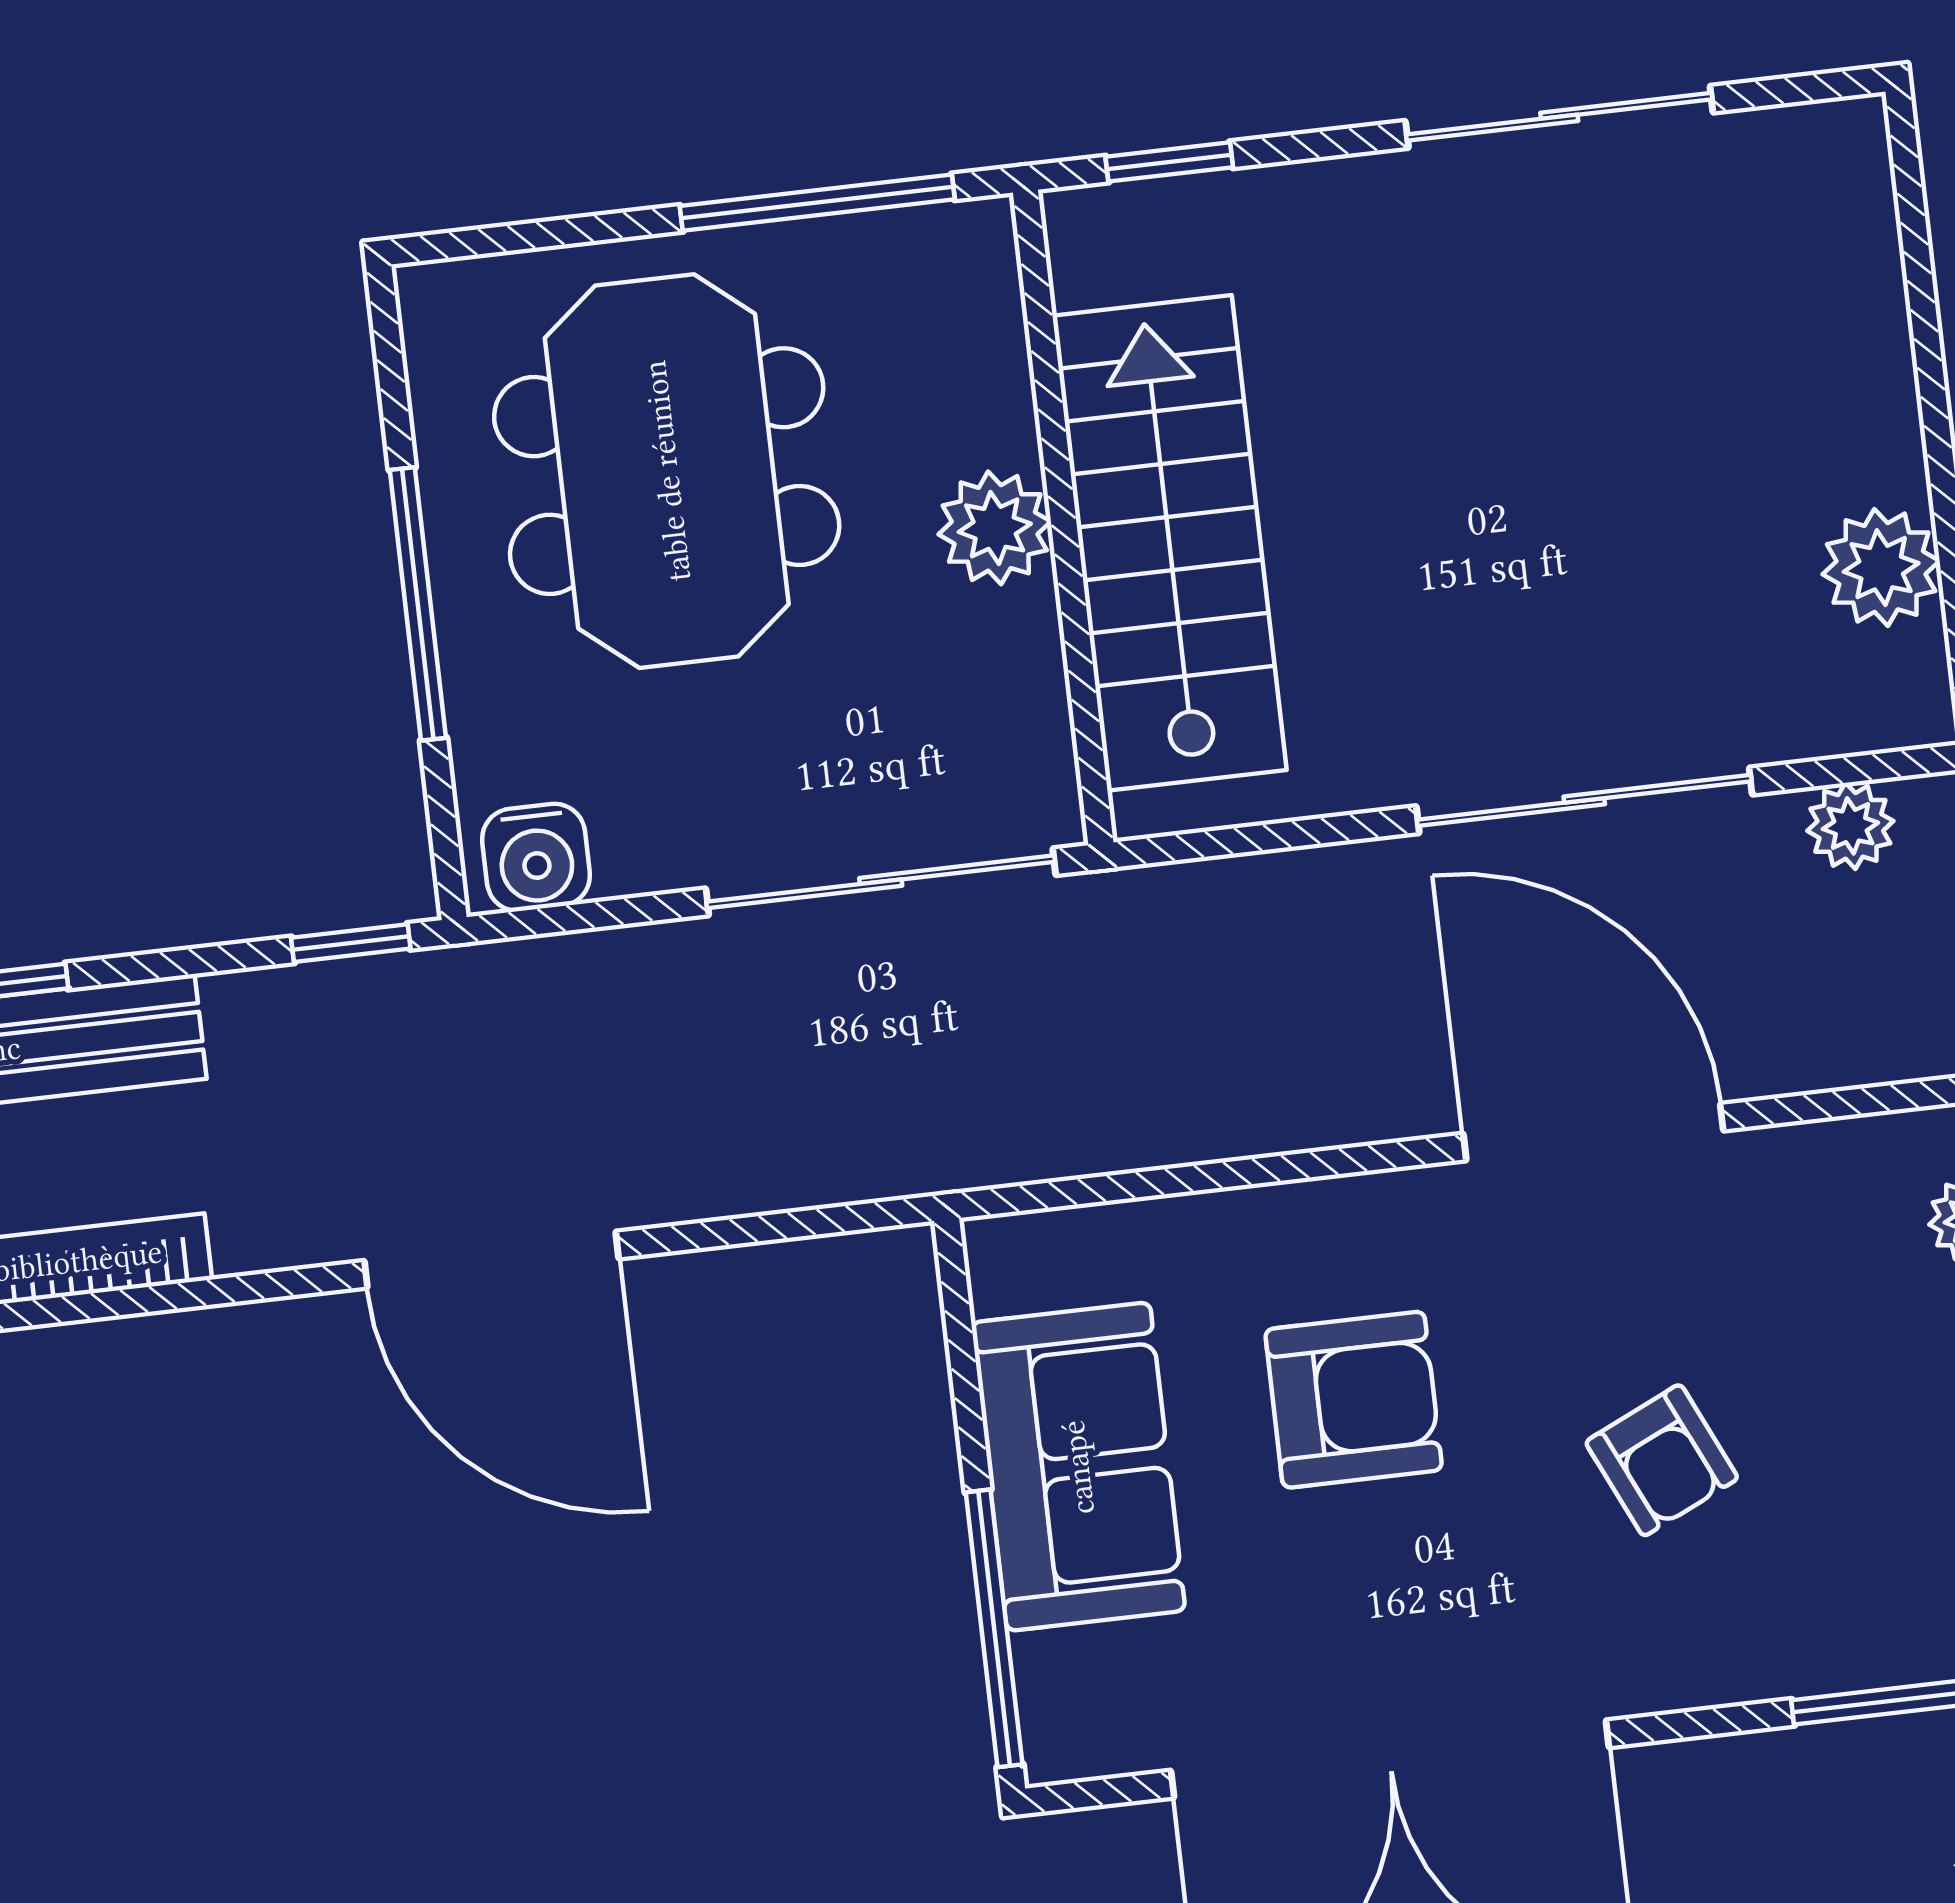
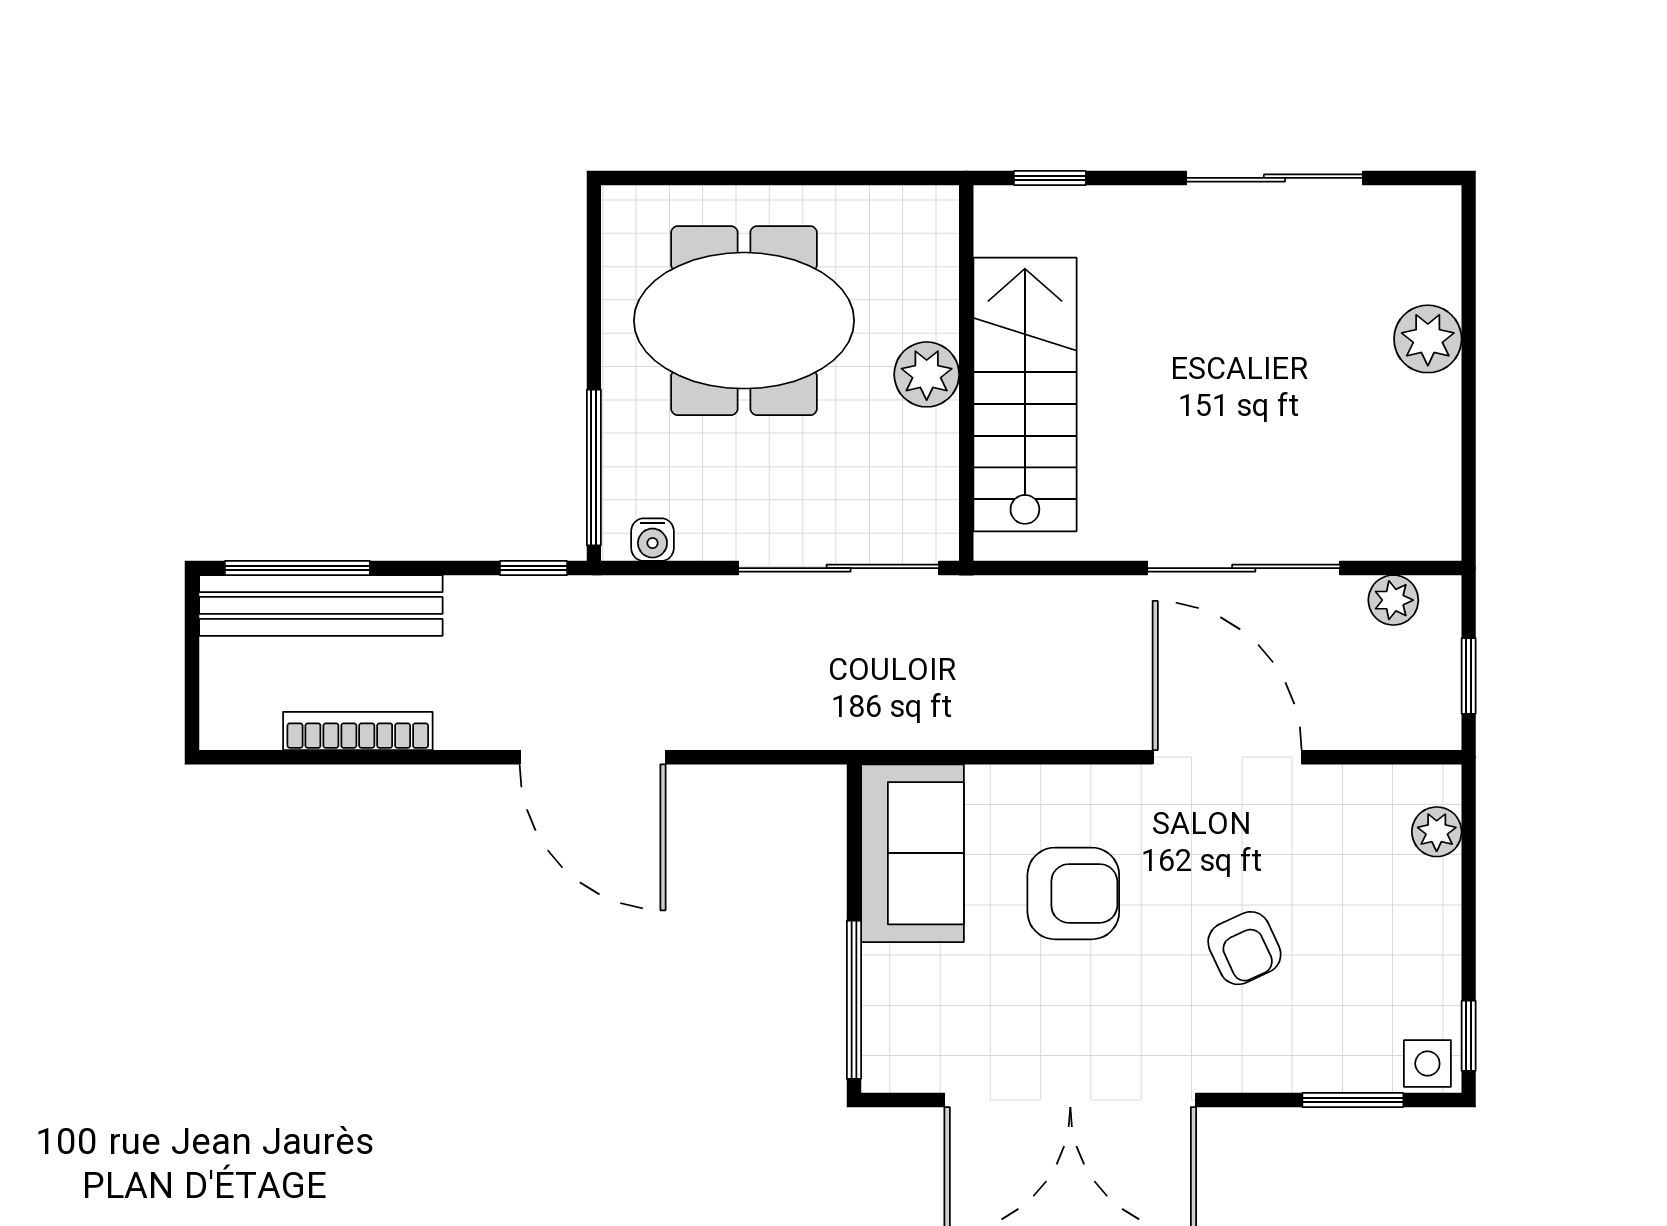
window: (817, 203) -> (847, 178), removed
meeting table: (667, 471) -> (744, 321), turned 90
plant: (1881, 568) -> (1428, 339), moved
window: (418, 604) -> (594, 467), moved
water cooler: (536, 857) -> (652, 540), width x0.72, depth x0.72
sofa: (1078, 1467) -> (912, 853), moved

